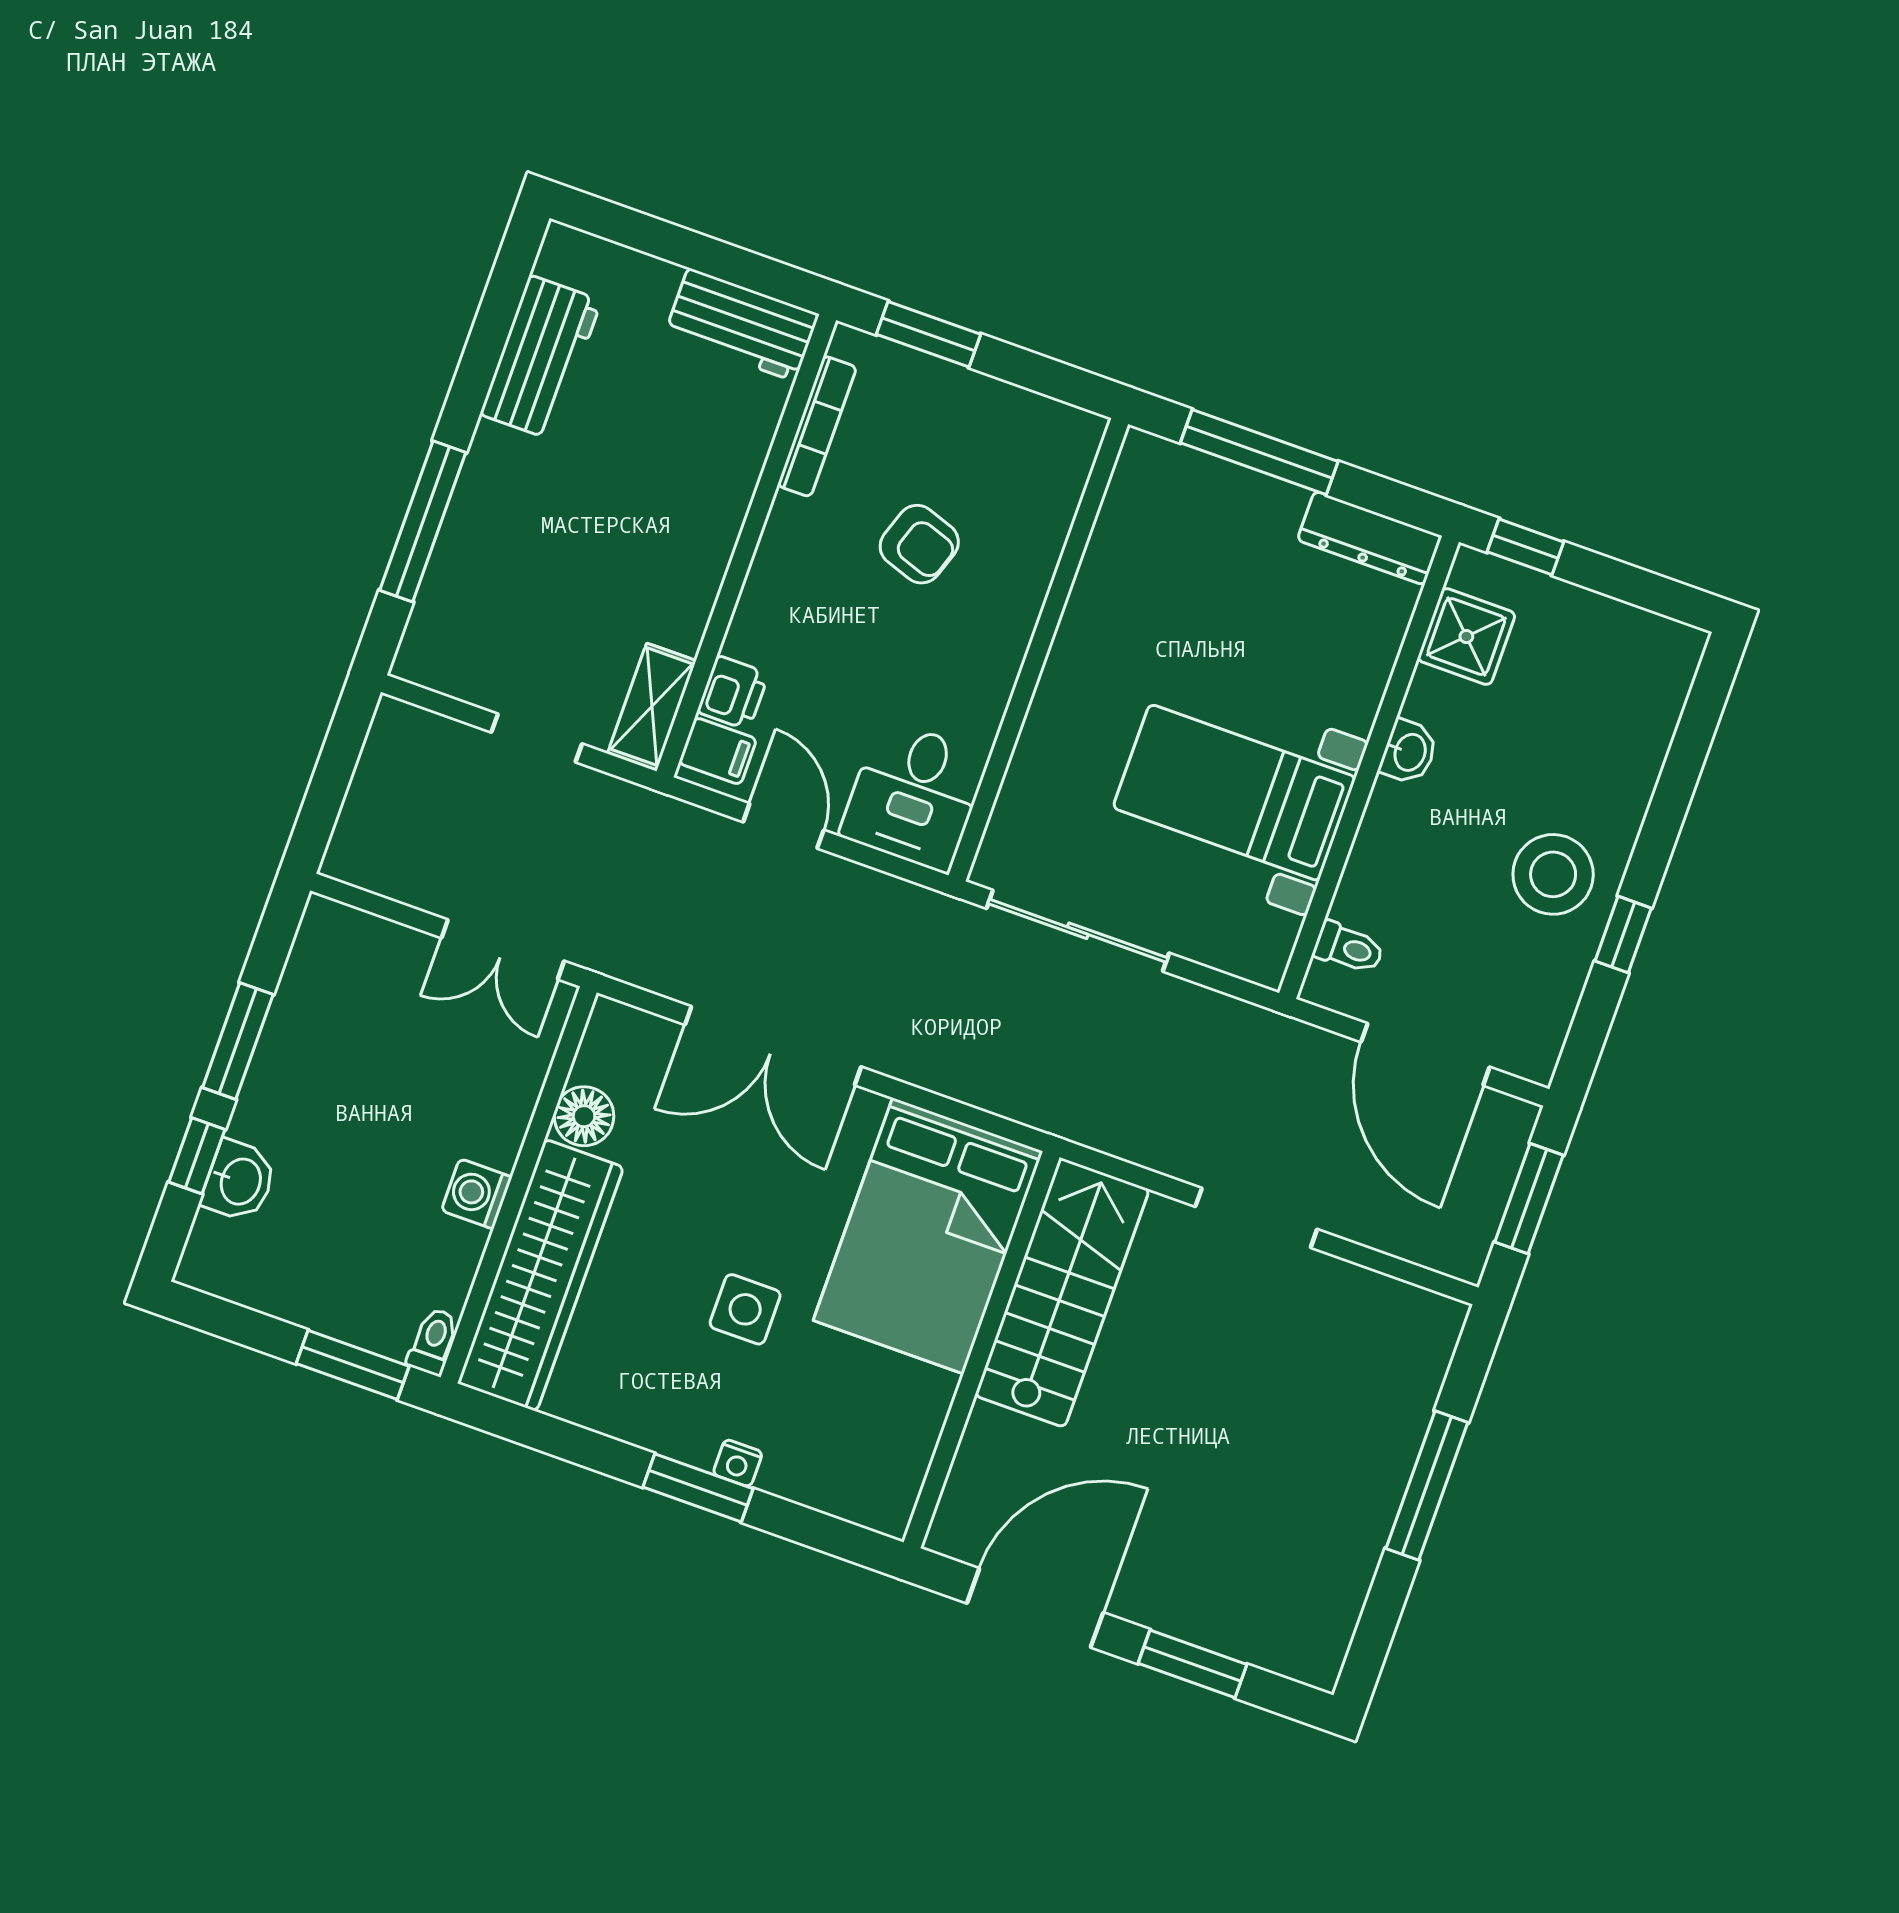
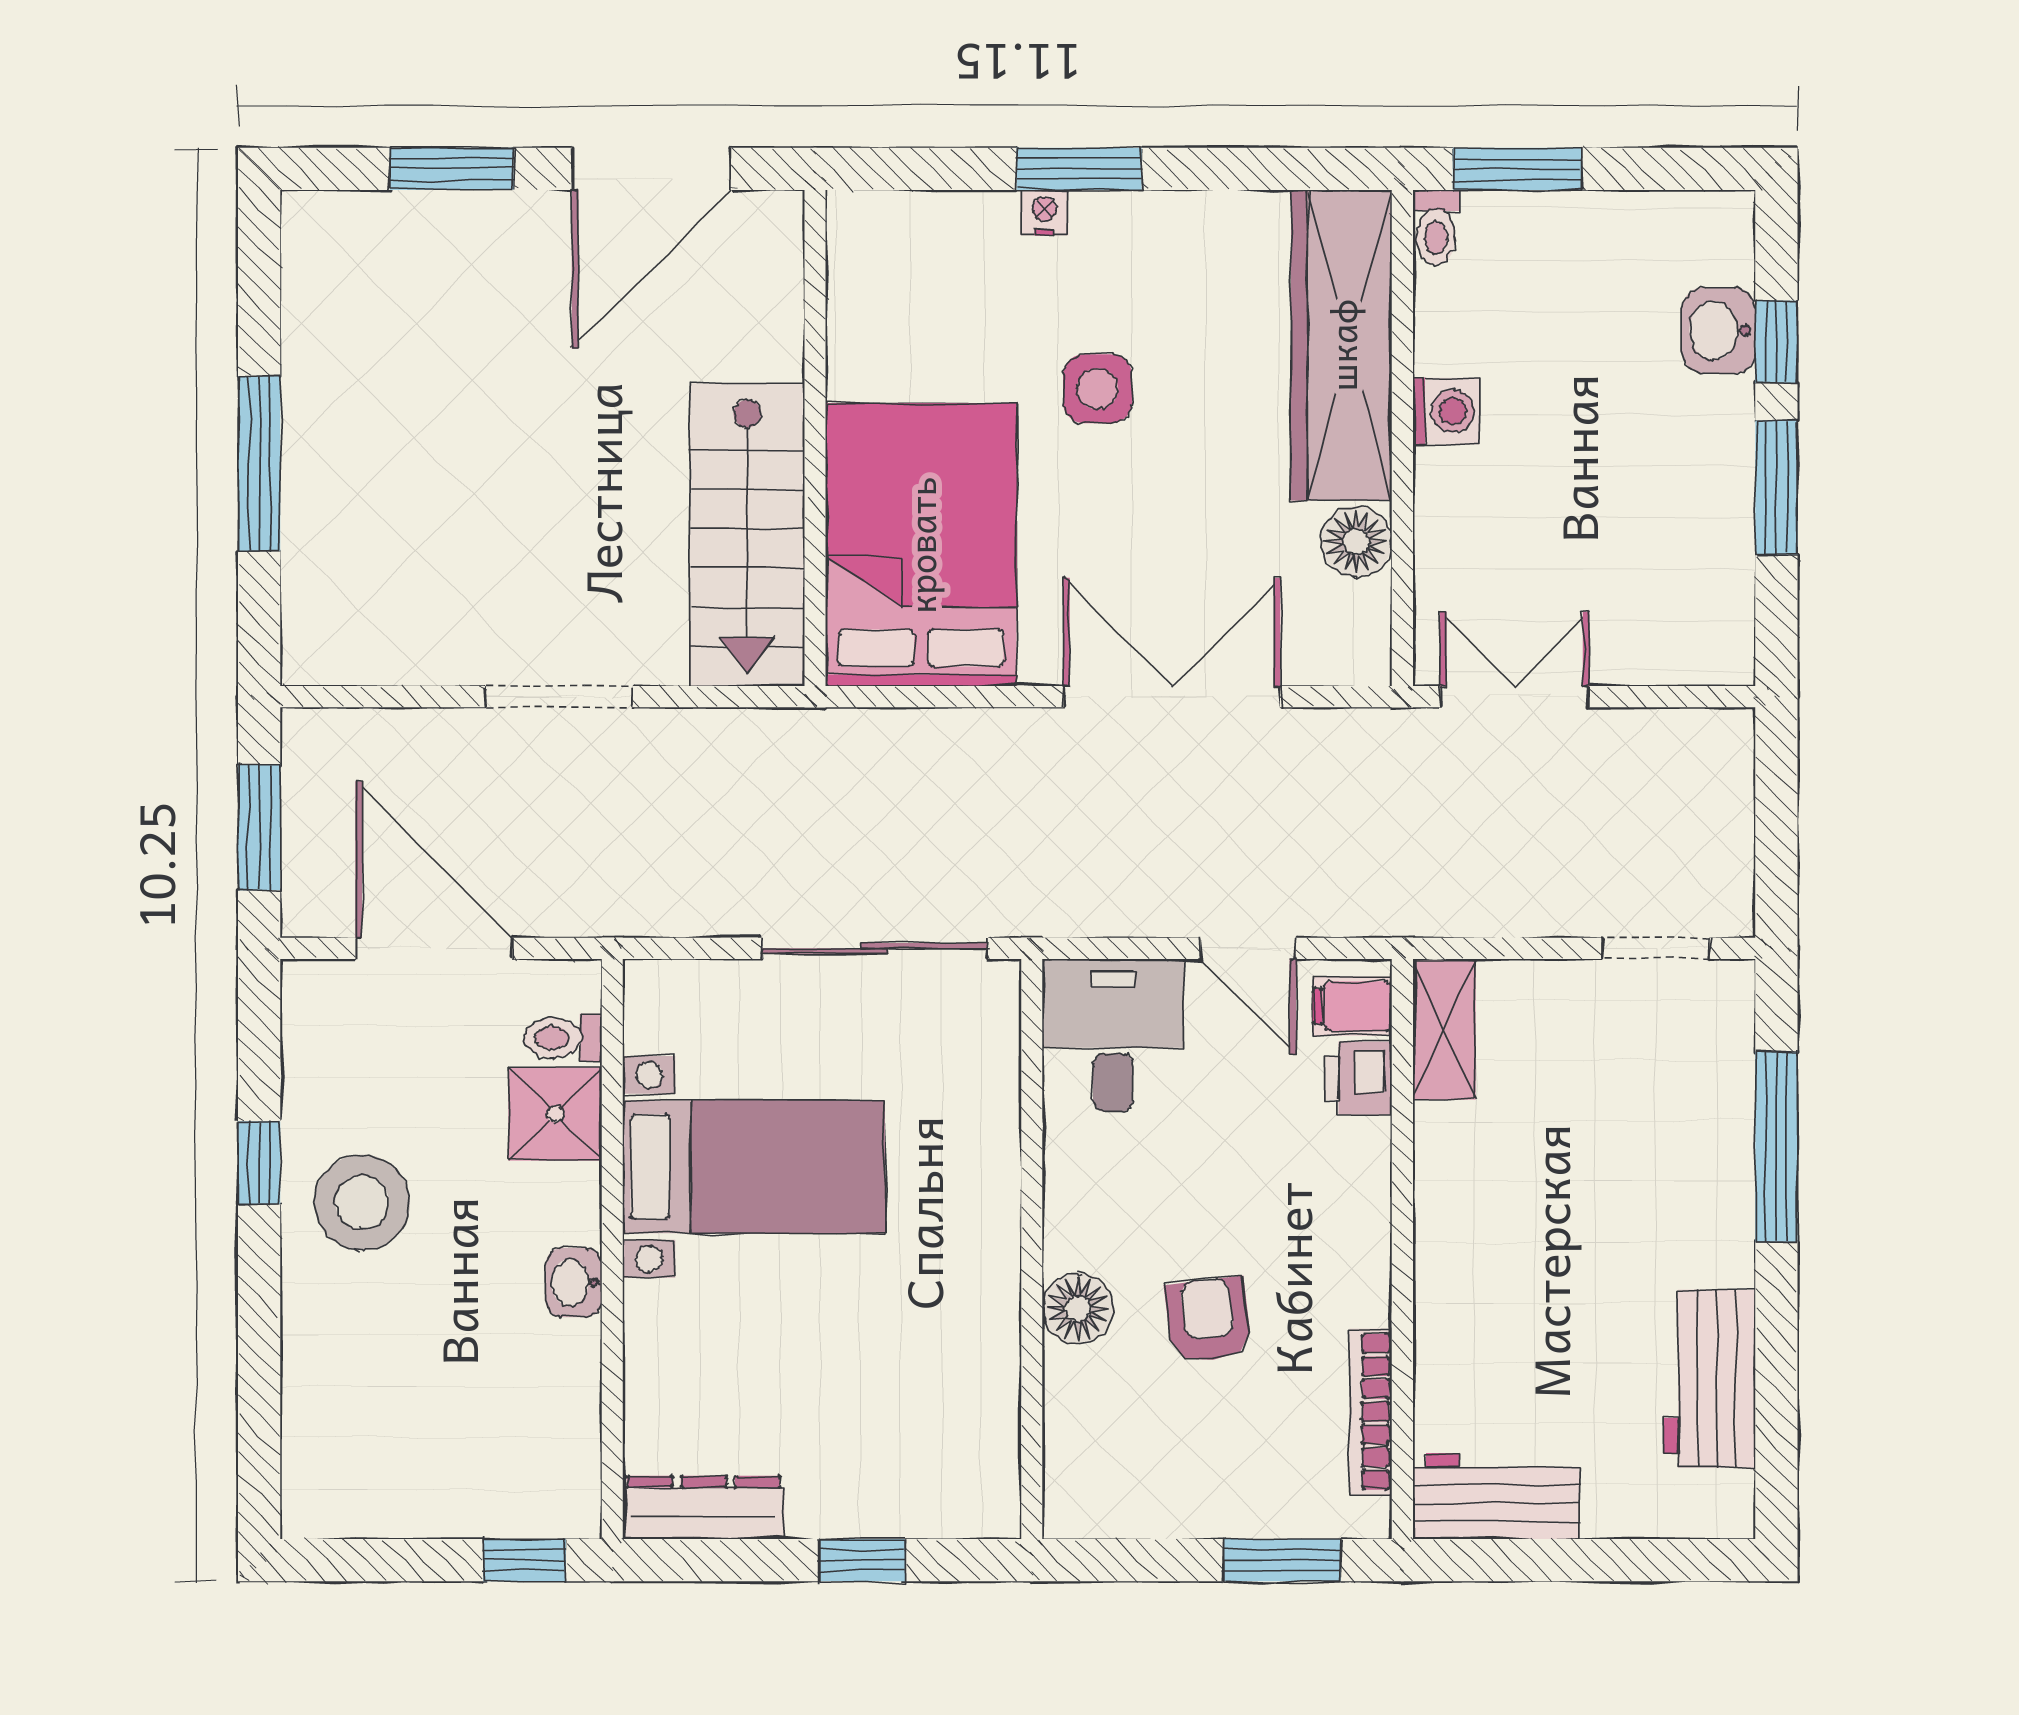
window: (1259, 452) -> (862, 1560), width x0.46
armchair: (919, 544) -> (1208, 1320), turned 64
floor lamp: (1019, 590) -> (1078, 1308), added
shower: (1466, 637) -> (555, 1114), moved
doorway: (537, 738) -> (1656, 948), moved

